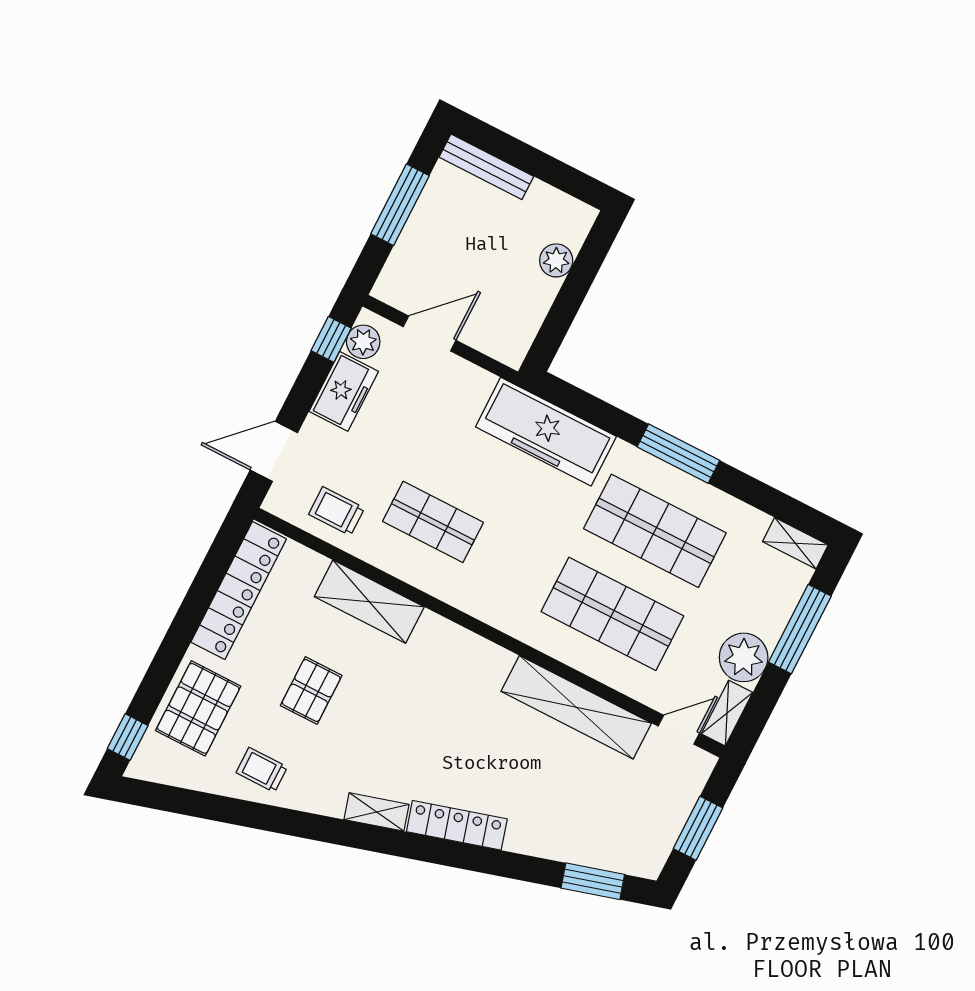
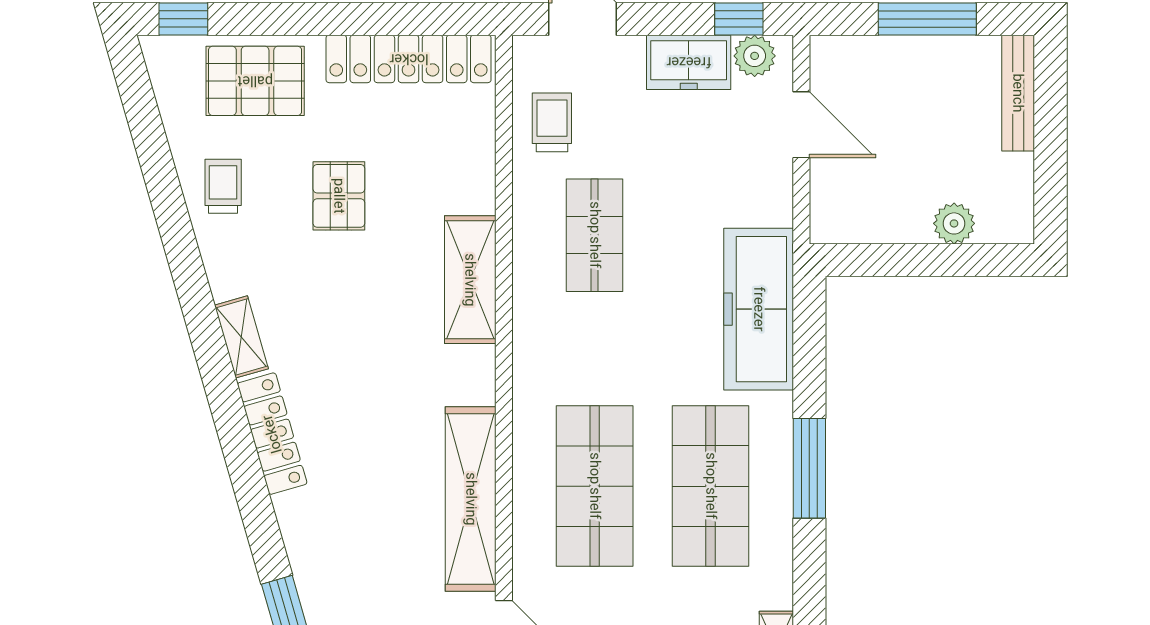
shelving: (369, 602) -> (470, 280), moved
pallet: (311, 691) -> (339, 196), turned 90

